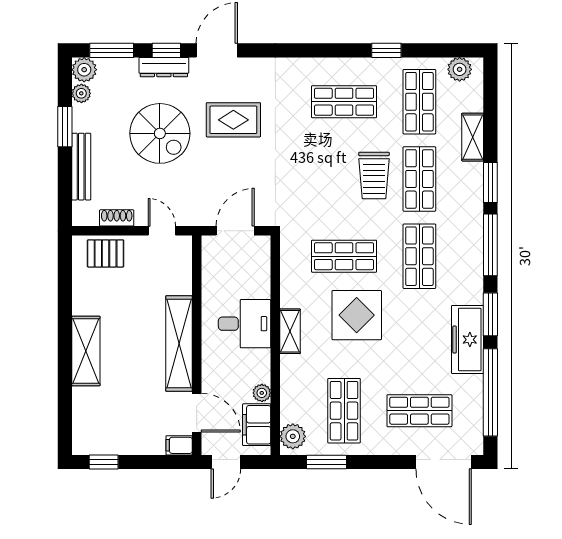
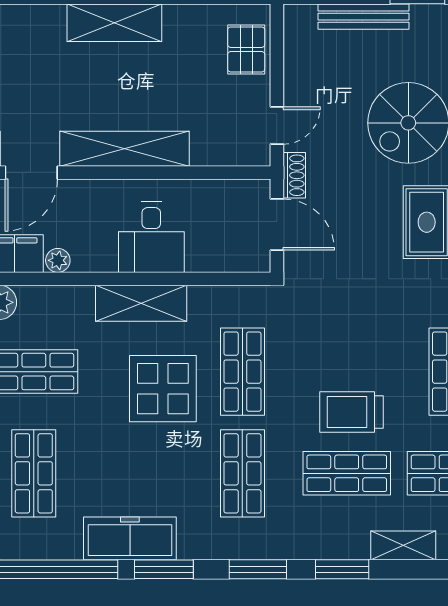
shoe rack: (117, 218) -> (294, 175), moved
window: (490, 245) -> (258, 569), width x0.69
shop shelf: (419, 256) -> (242, 473), turned 90
shelving: (290, 331) -> (141, 303), width x1.50, depth x1.33

